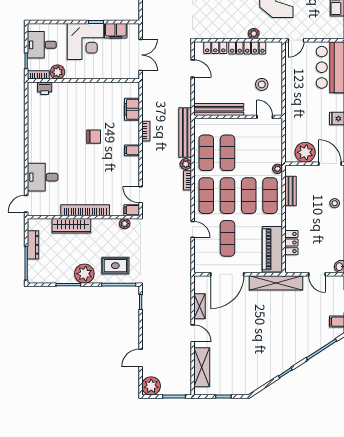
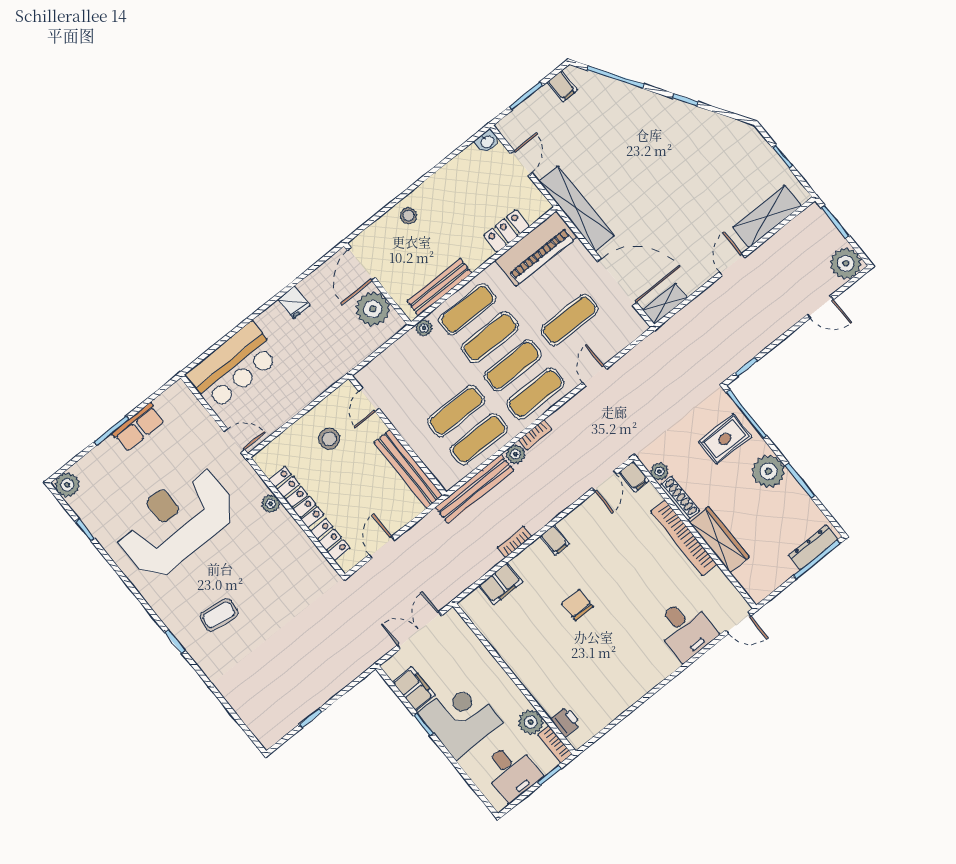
bench: (291, 191) -> (439, 287), width x1.36
shoe rack: (105, 223) -> (679, 498), added
dresser: (33, 245) -> (813, 547), moved
rug: (115, 266) -> (725, 439), turned 90
shelving: (200, 306) -> (665, 304), moved

